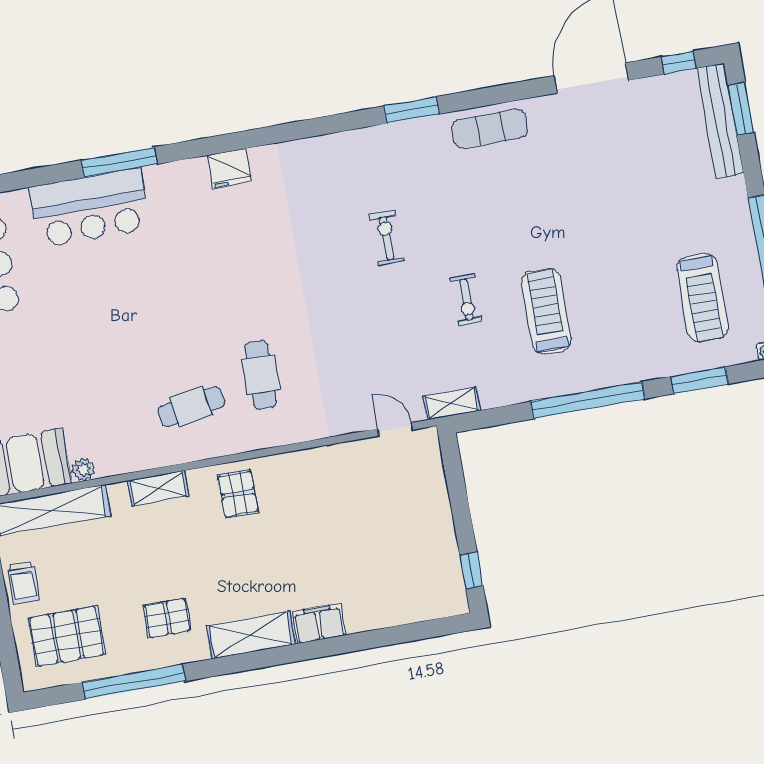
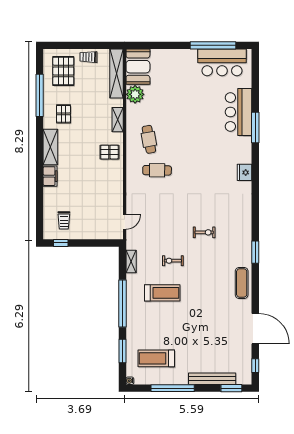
bench: (720, 121) -> (212, 379), moved
shelving: (452, 403) -> (131, 261), moved
plant: (83, 470) -> (135, 94), width x1.87, depth x1.87
trolley: (417, 573) -> (64, 220), added

